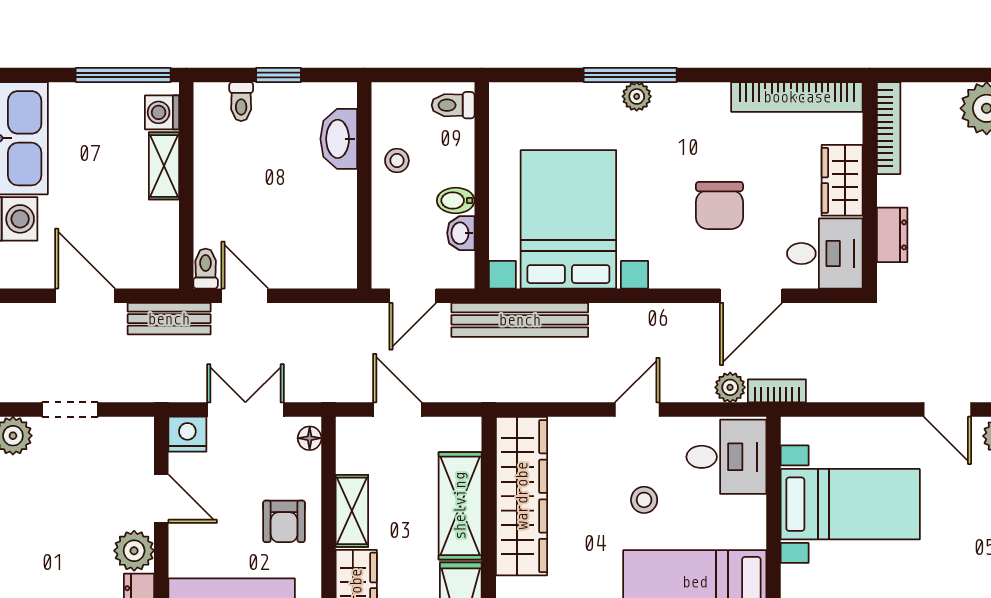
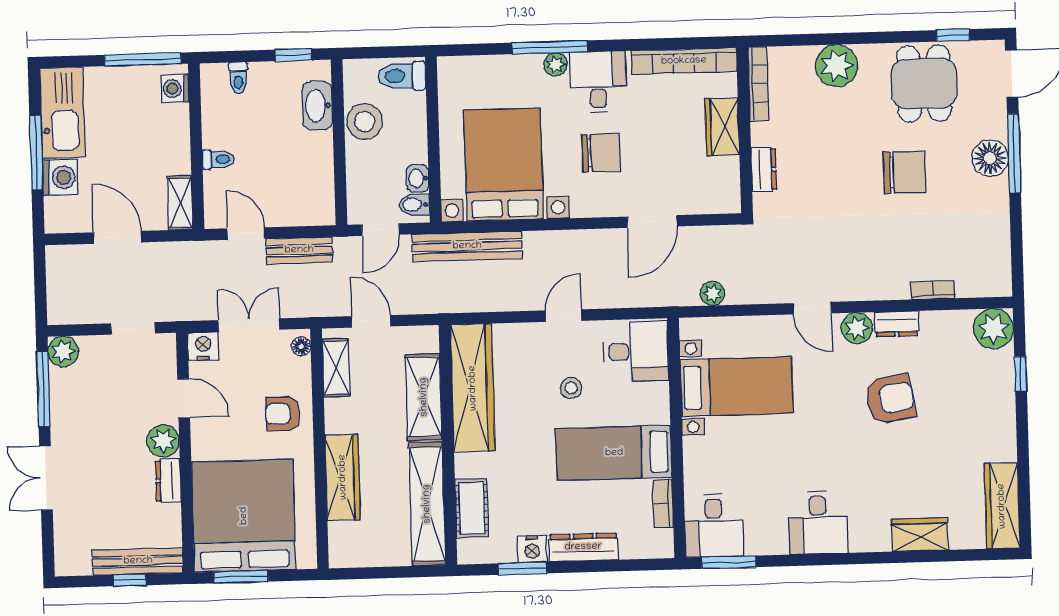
window: (278, 75) -> (293, 55), moved
toilet: (453, 105) -> (402, 76), width x1.37, depth x1.39
stool: (397, 161) -> (365, 121), width x1.89, depth x1.89
shelving: (164, 166) -> (180, 203), moved
bidet: (456, 201) -> (414, 205), moved
chair: (719, 205) -> (601, 153), moved, turned -90
desk: (825, 254) -> (598, 82), moved, turned -90
toilet: (206, 269) -> (218, 159), moved, turned 90
bench: (169, 319) -> (299, 250), moved
plant: (730, 387) -> (713, 293), moved
bookcase: (777, 391) -> (675, 297), removed
doorway: (70, 410) -> (133, 328), moved
shelving: (352, 511) -> (336, 368), moved
armchair: (284, 521) -> (283, 414), turned 90

